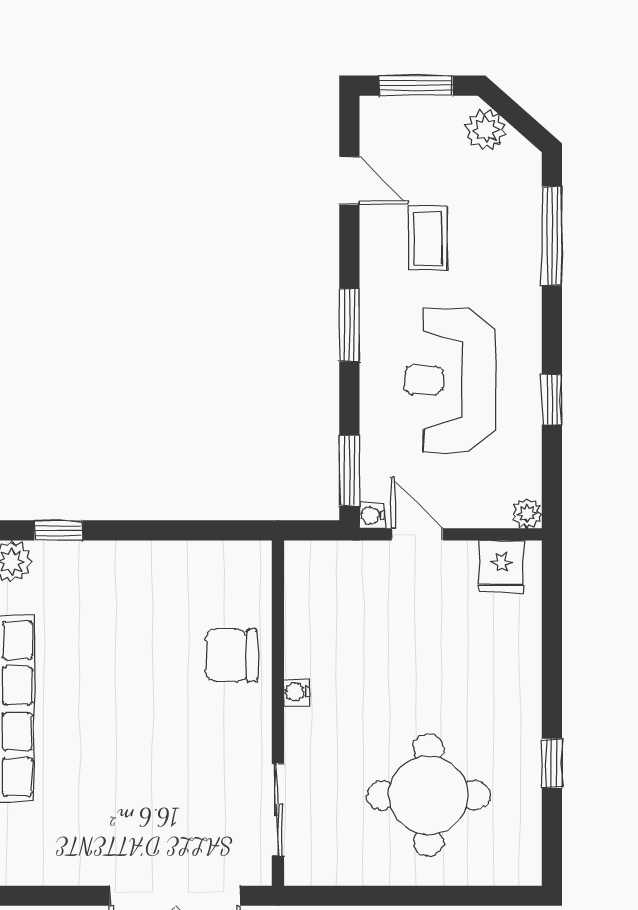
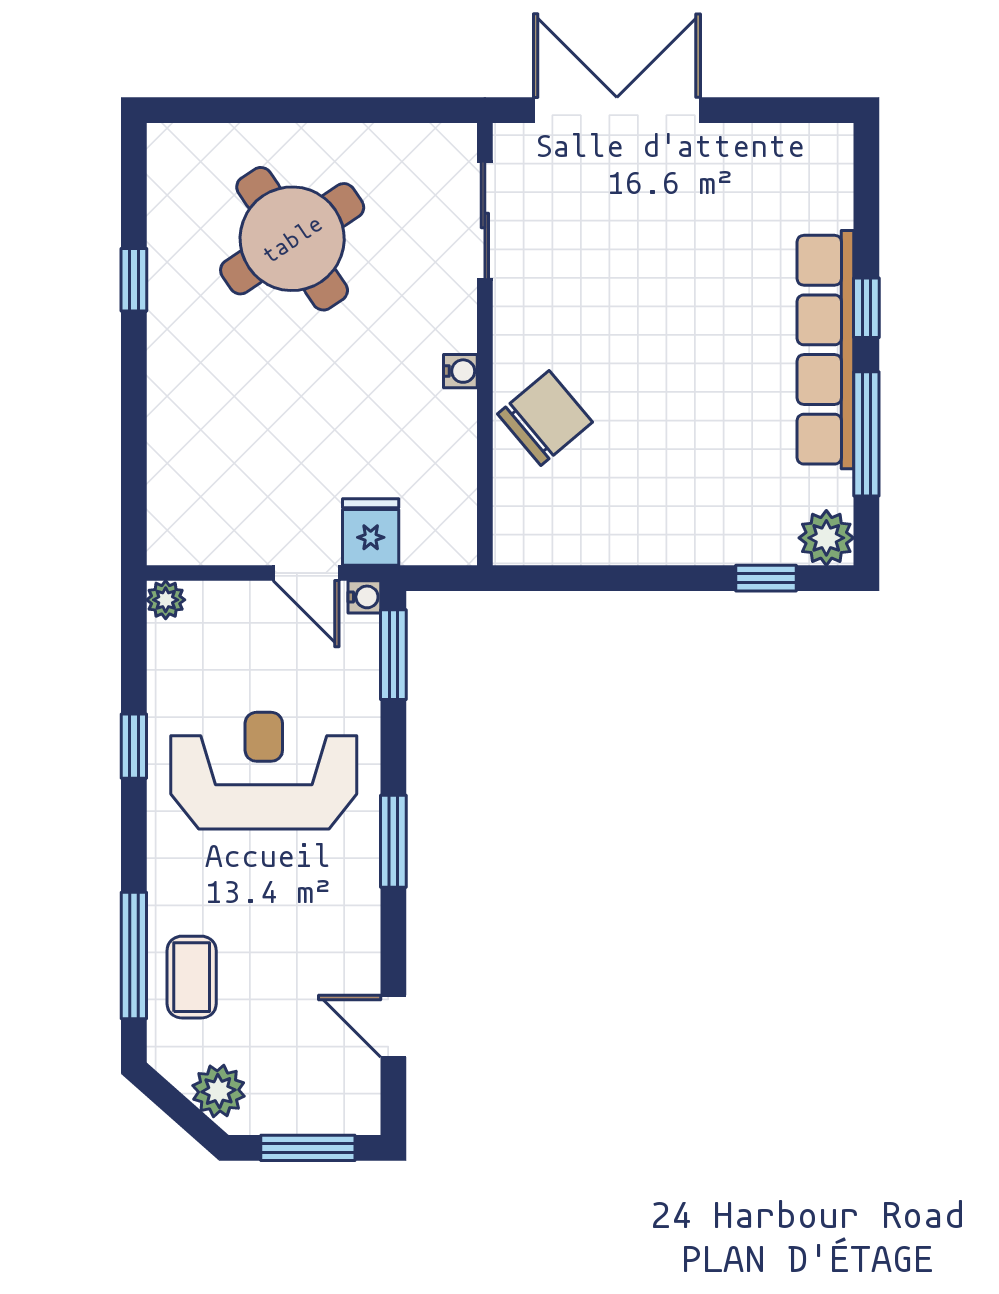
coffee table: (428, 238) -> (192, 977), moved
reception desk: (450, 380) -> (264, 771), turned -90
fridge: (502, 566) -> (371, 532), moved
chair: (231, 655) -> (545, 418), turned -40
round table: (428, 795) -> (292, 239), turned -34

